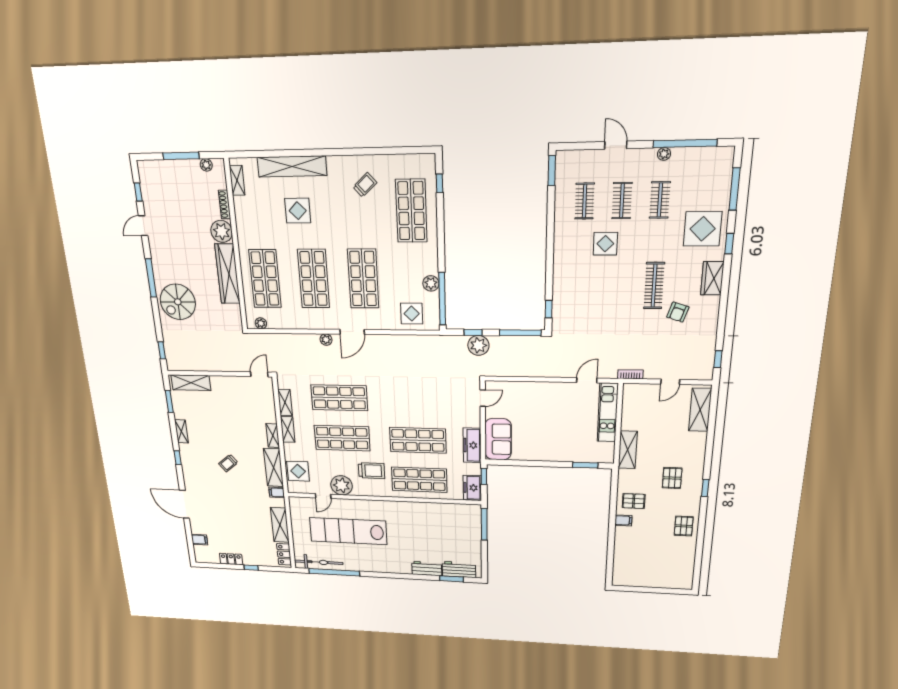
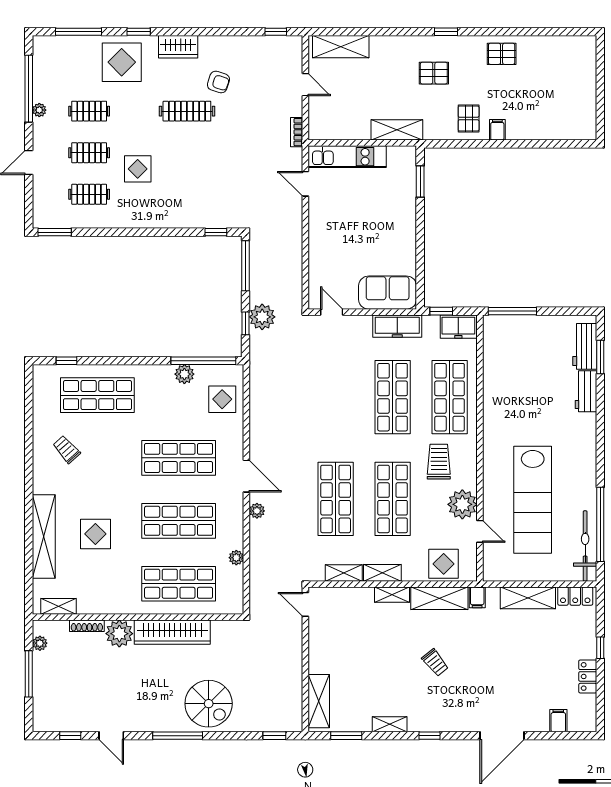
plant: (261, 323) -> (236, 558), moved

